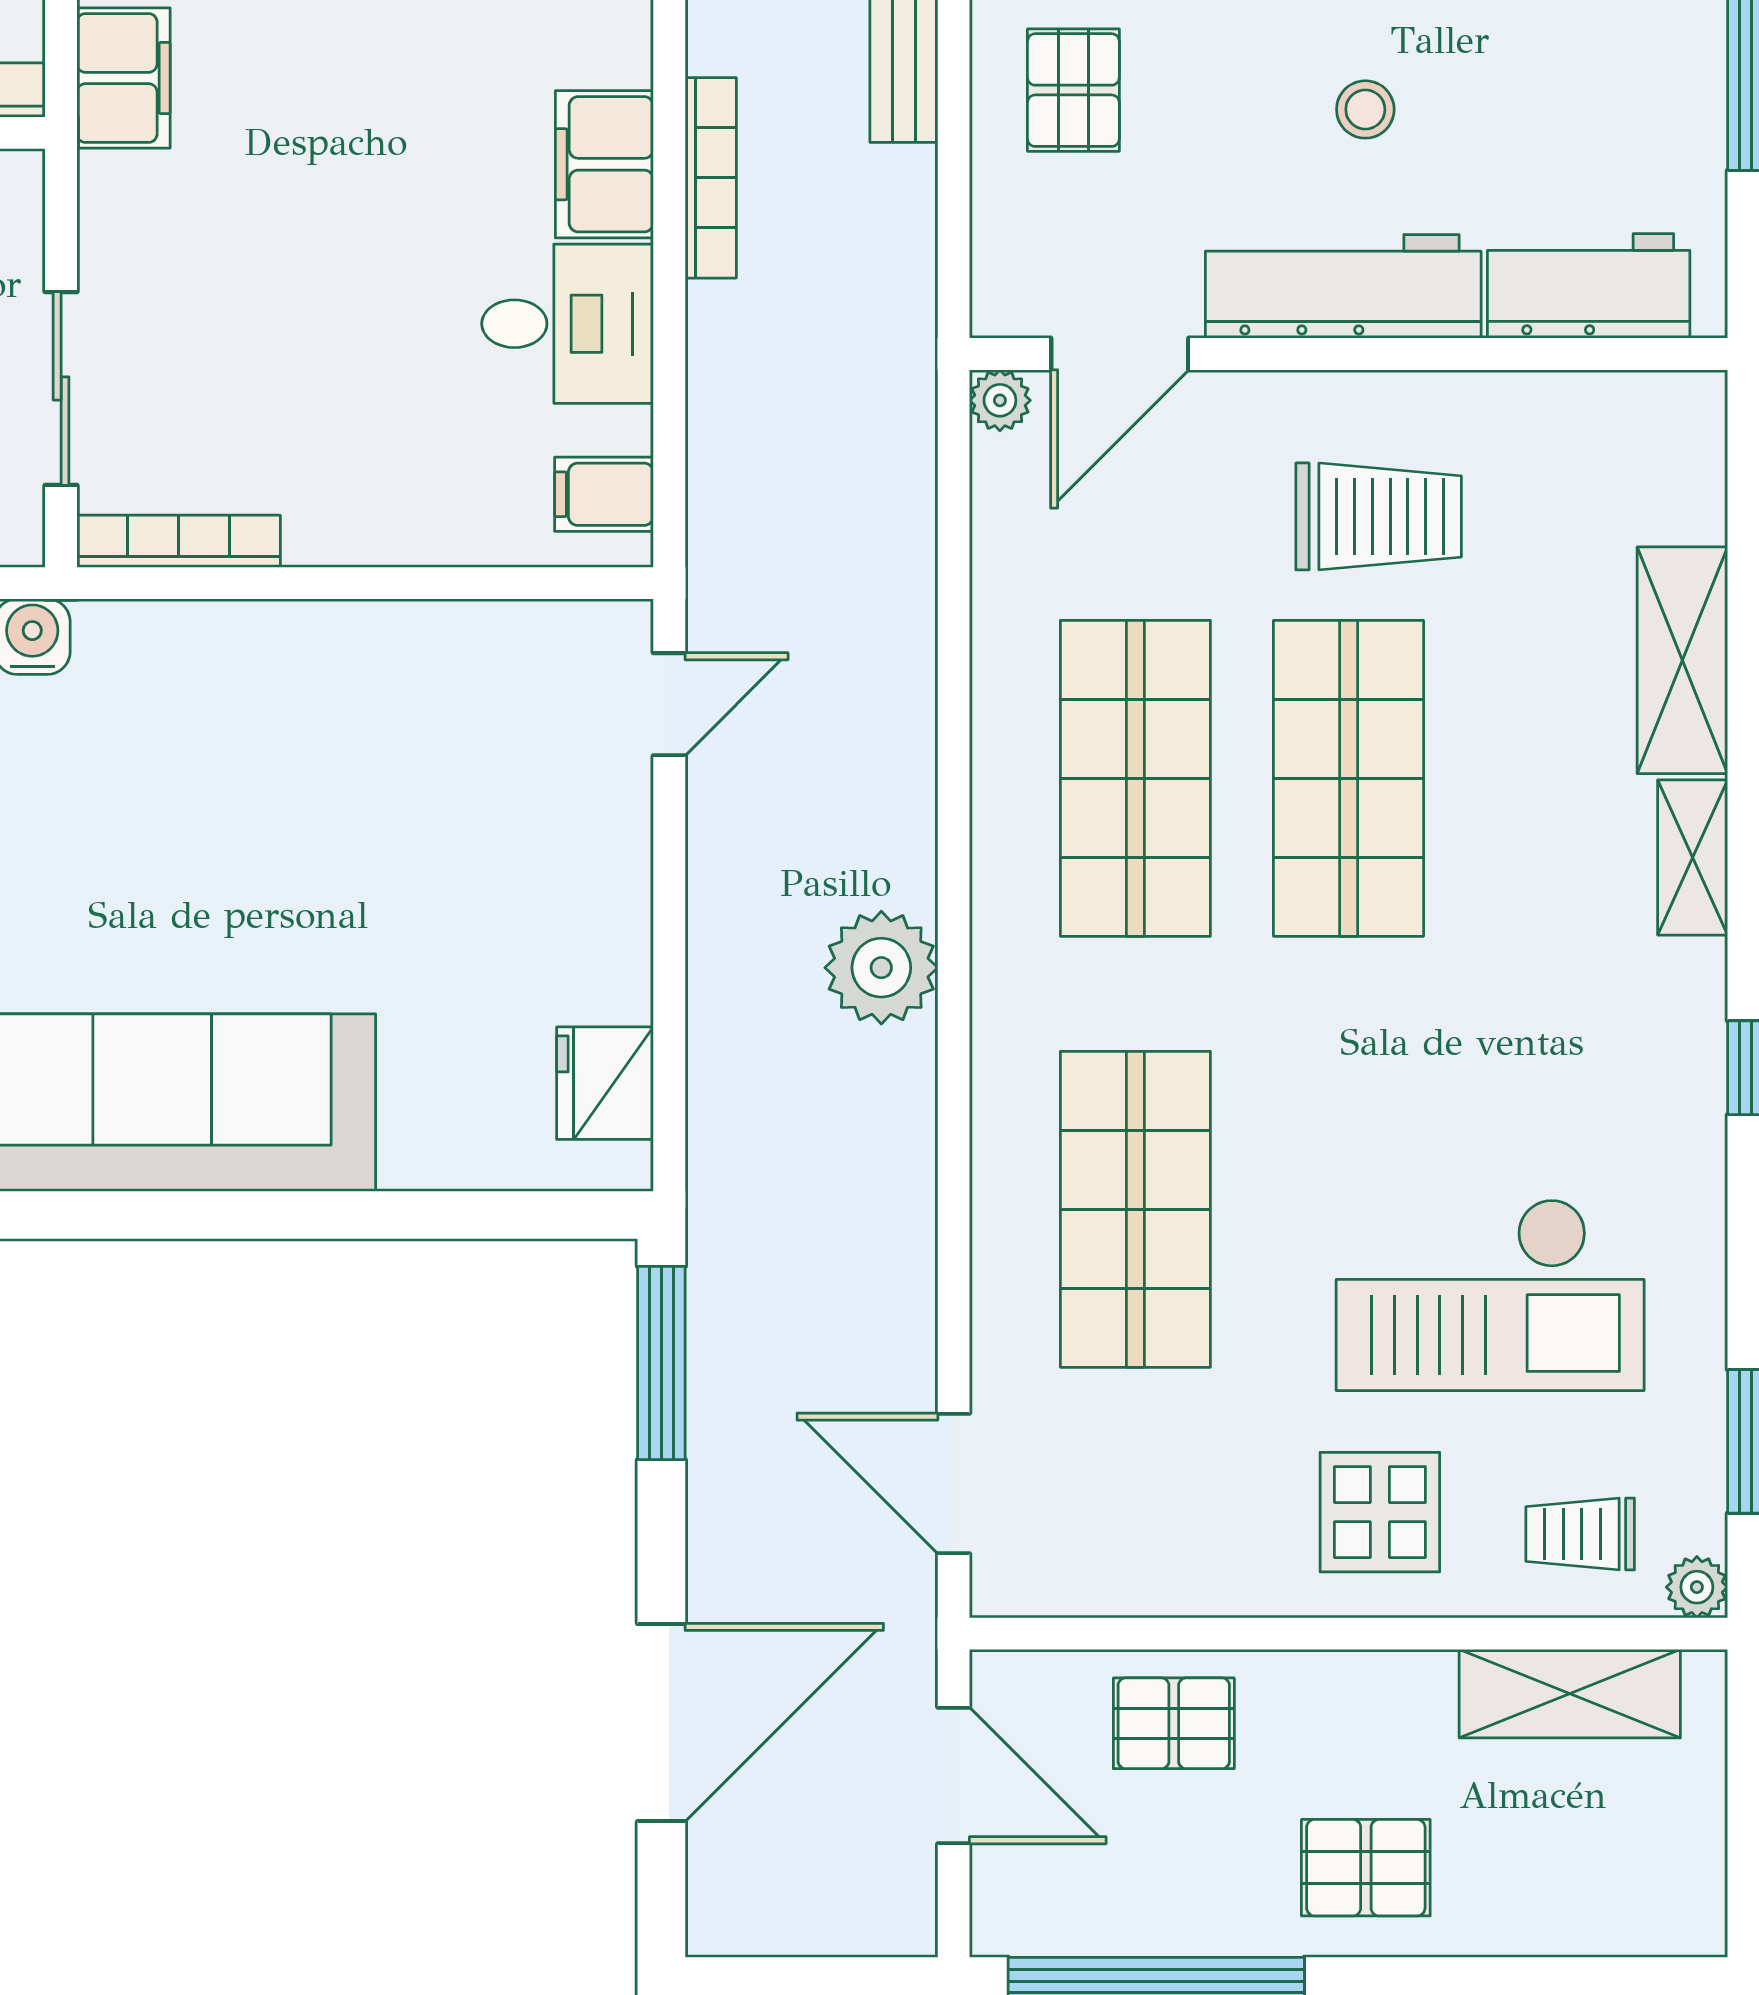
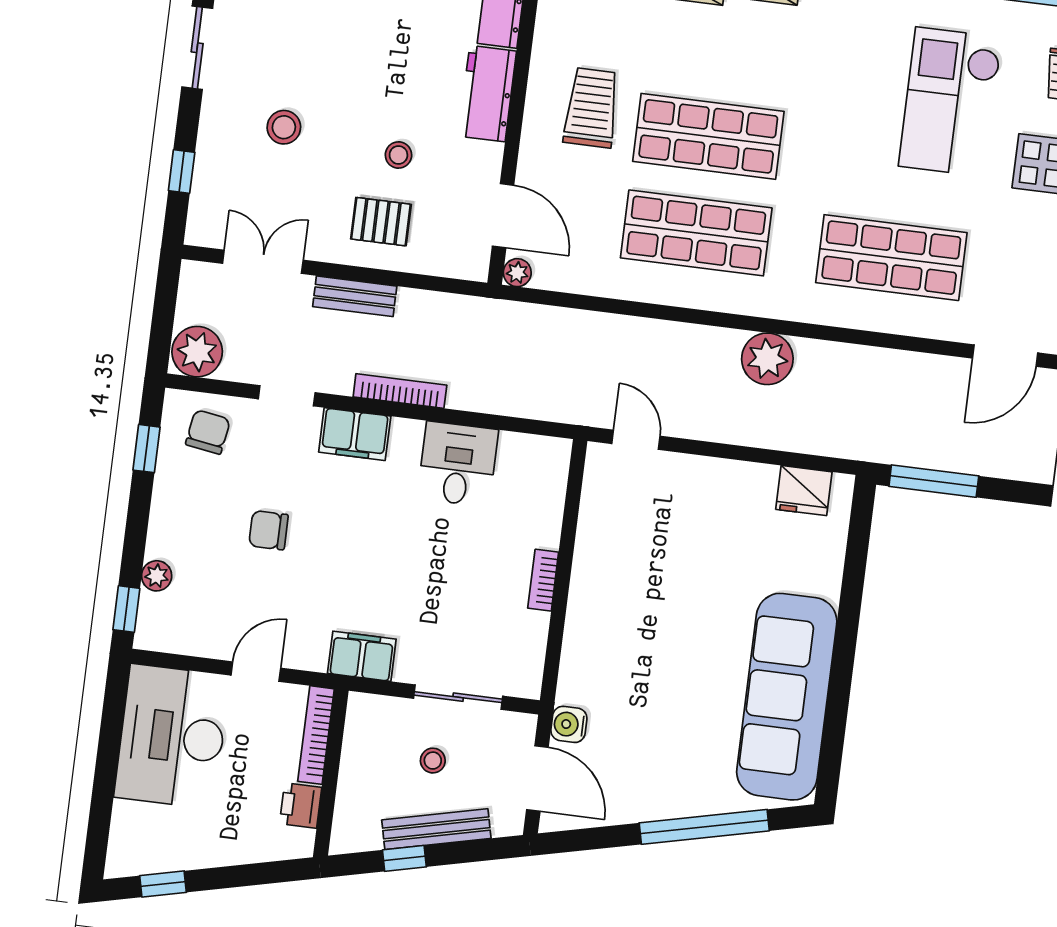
filing cabinet: (124, 78) -> (362, 656), moved
stool: (1365, 109) -> (398, 155), moved
filing cabinet: (604, 164) -> (355, 434), moved
workbench: (1343, 286) -> (487, 94), width x0.73
filing cabinet: (604, 494) -> (537, 457), removed
bookcase: (179, 541) -> (543, 580), moved, width x0.64
checkout: (1490, 1295) -> (950, 102), turned 180

